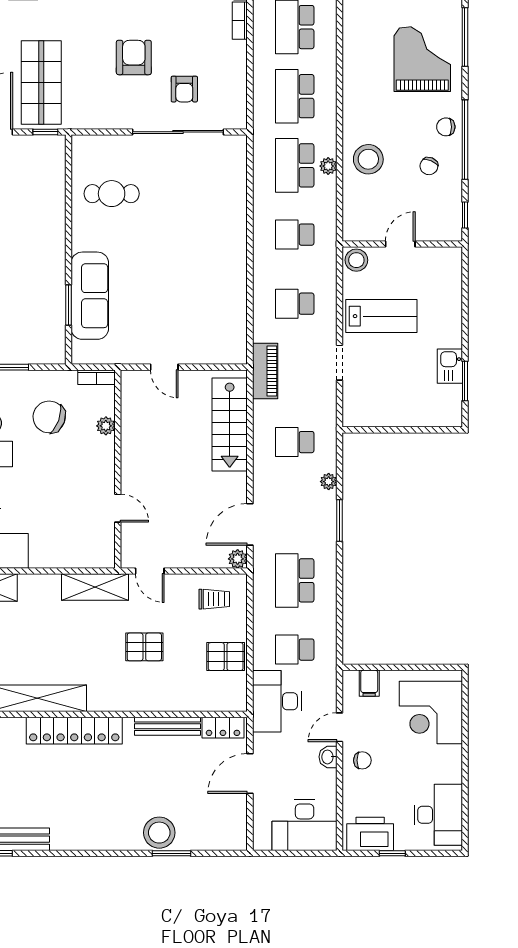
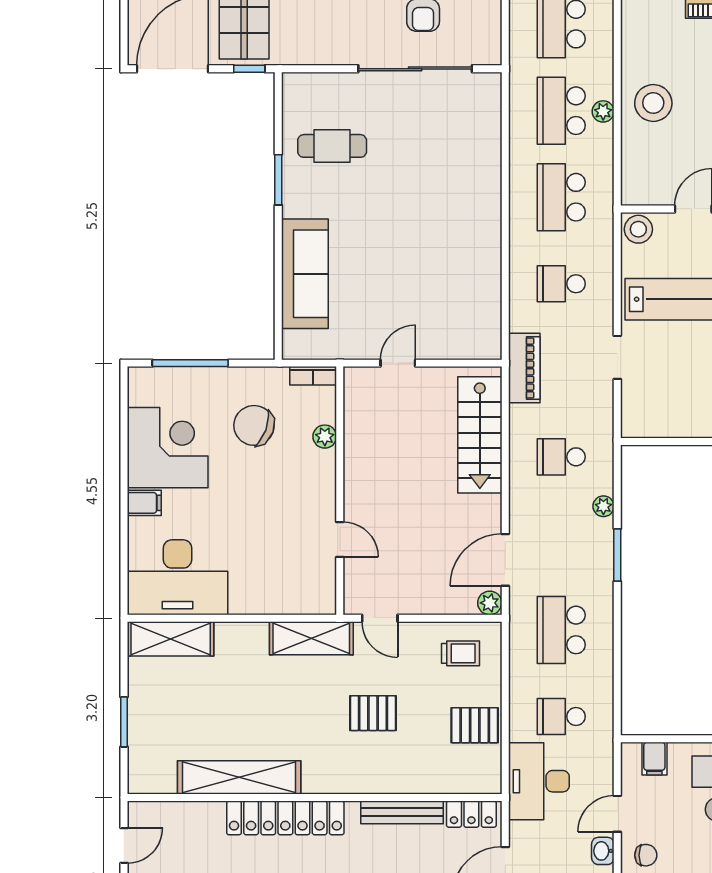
school desk: (295, 235) -> (561, 197), width x1.85
window: (68, 305) -> (278, 180), moved
door: (164, 367) -> (398, 363), swing flipped

